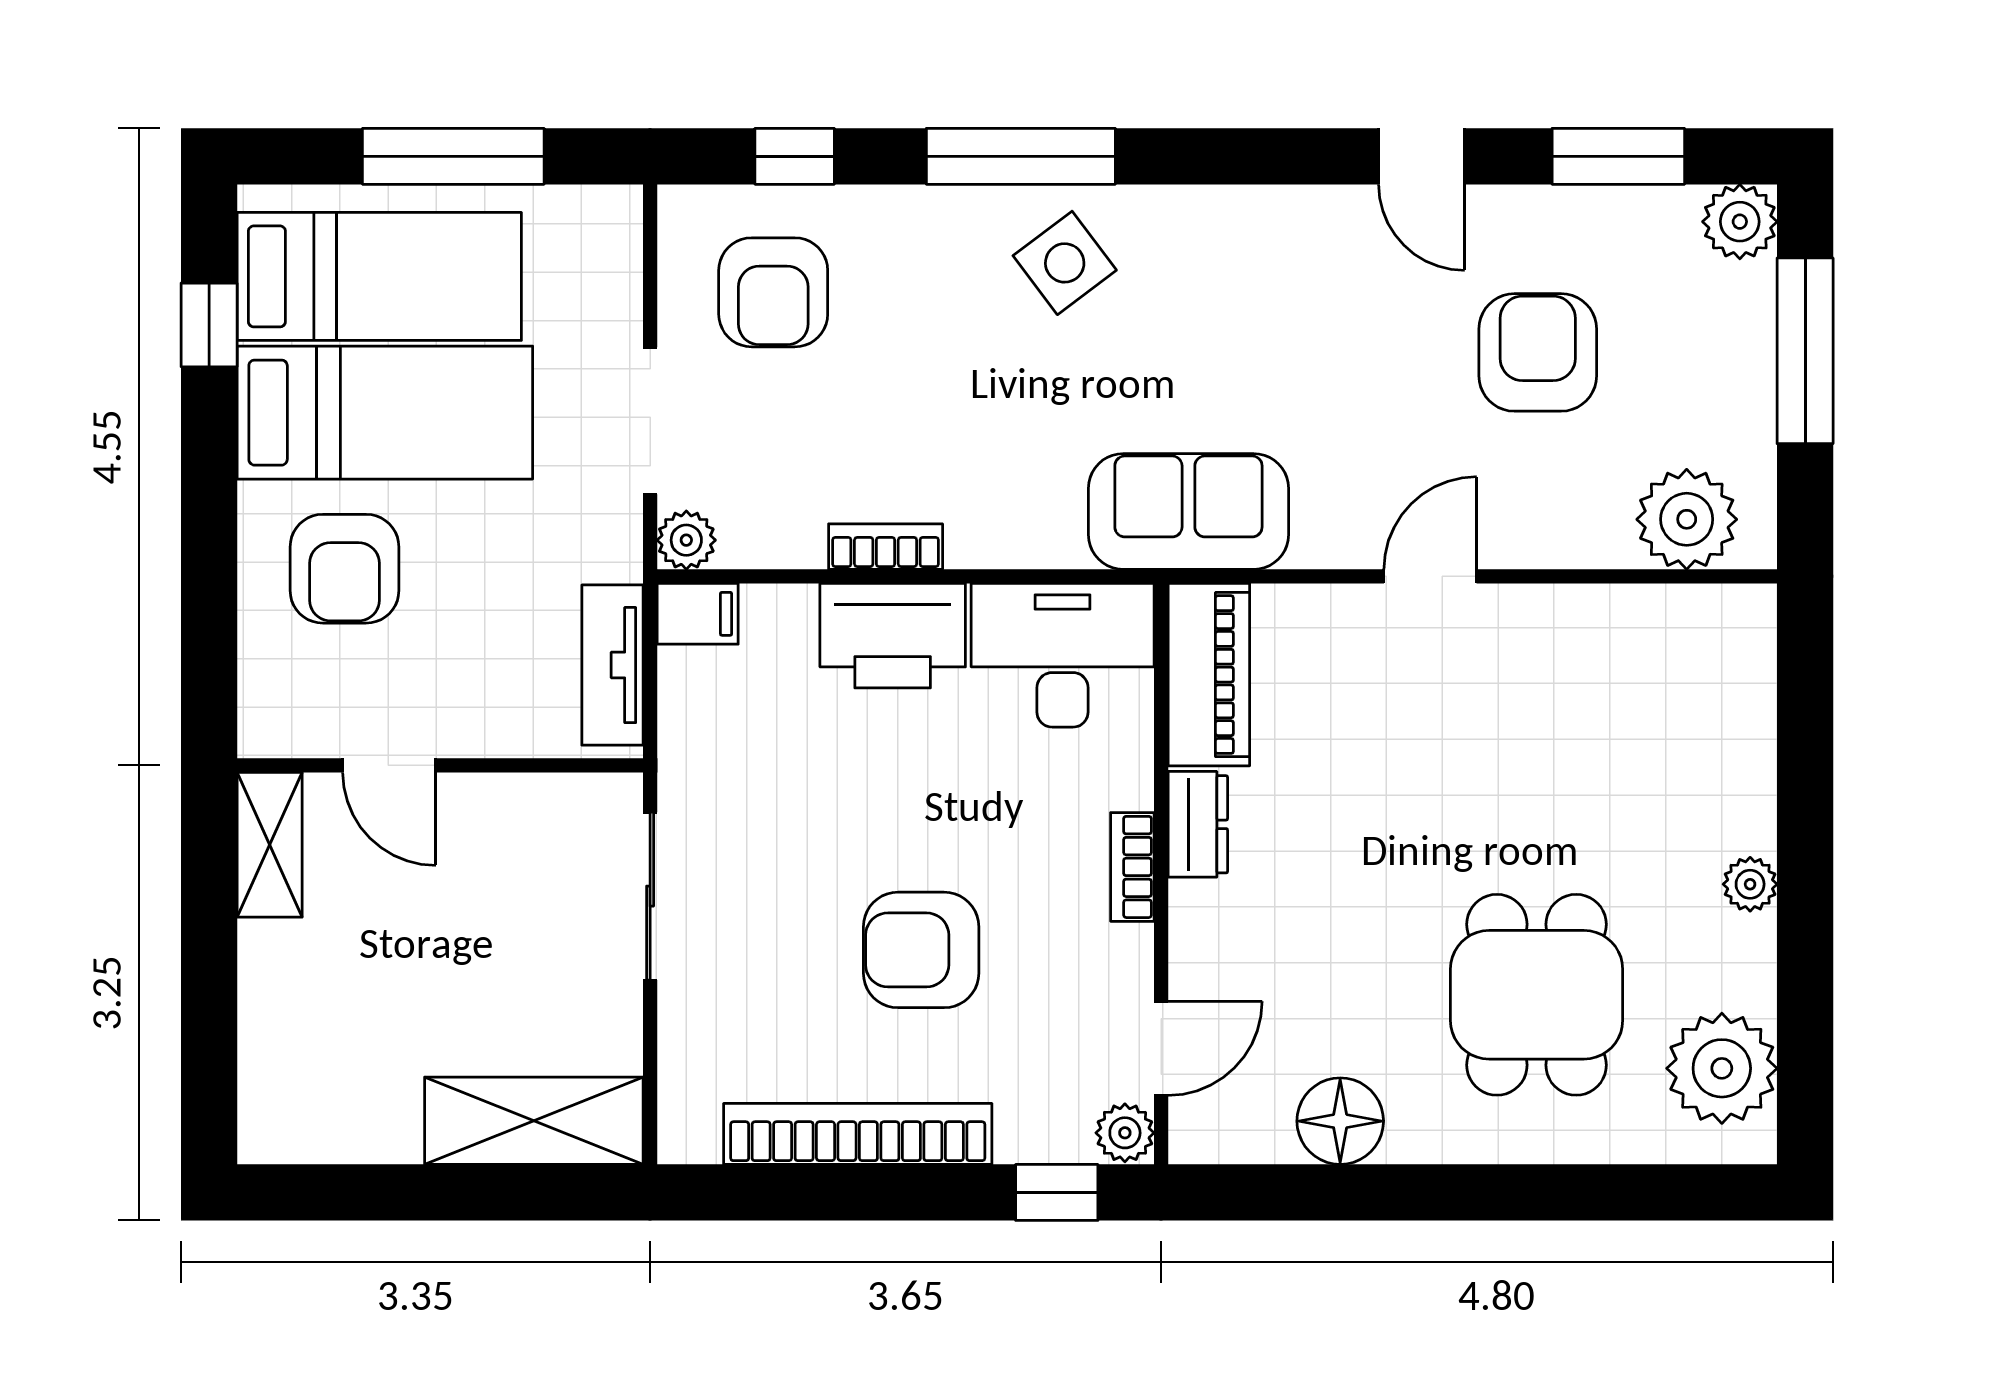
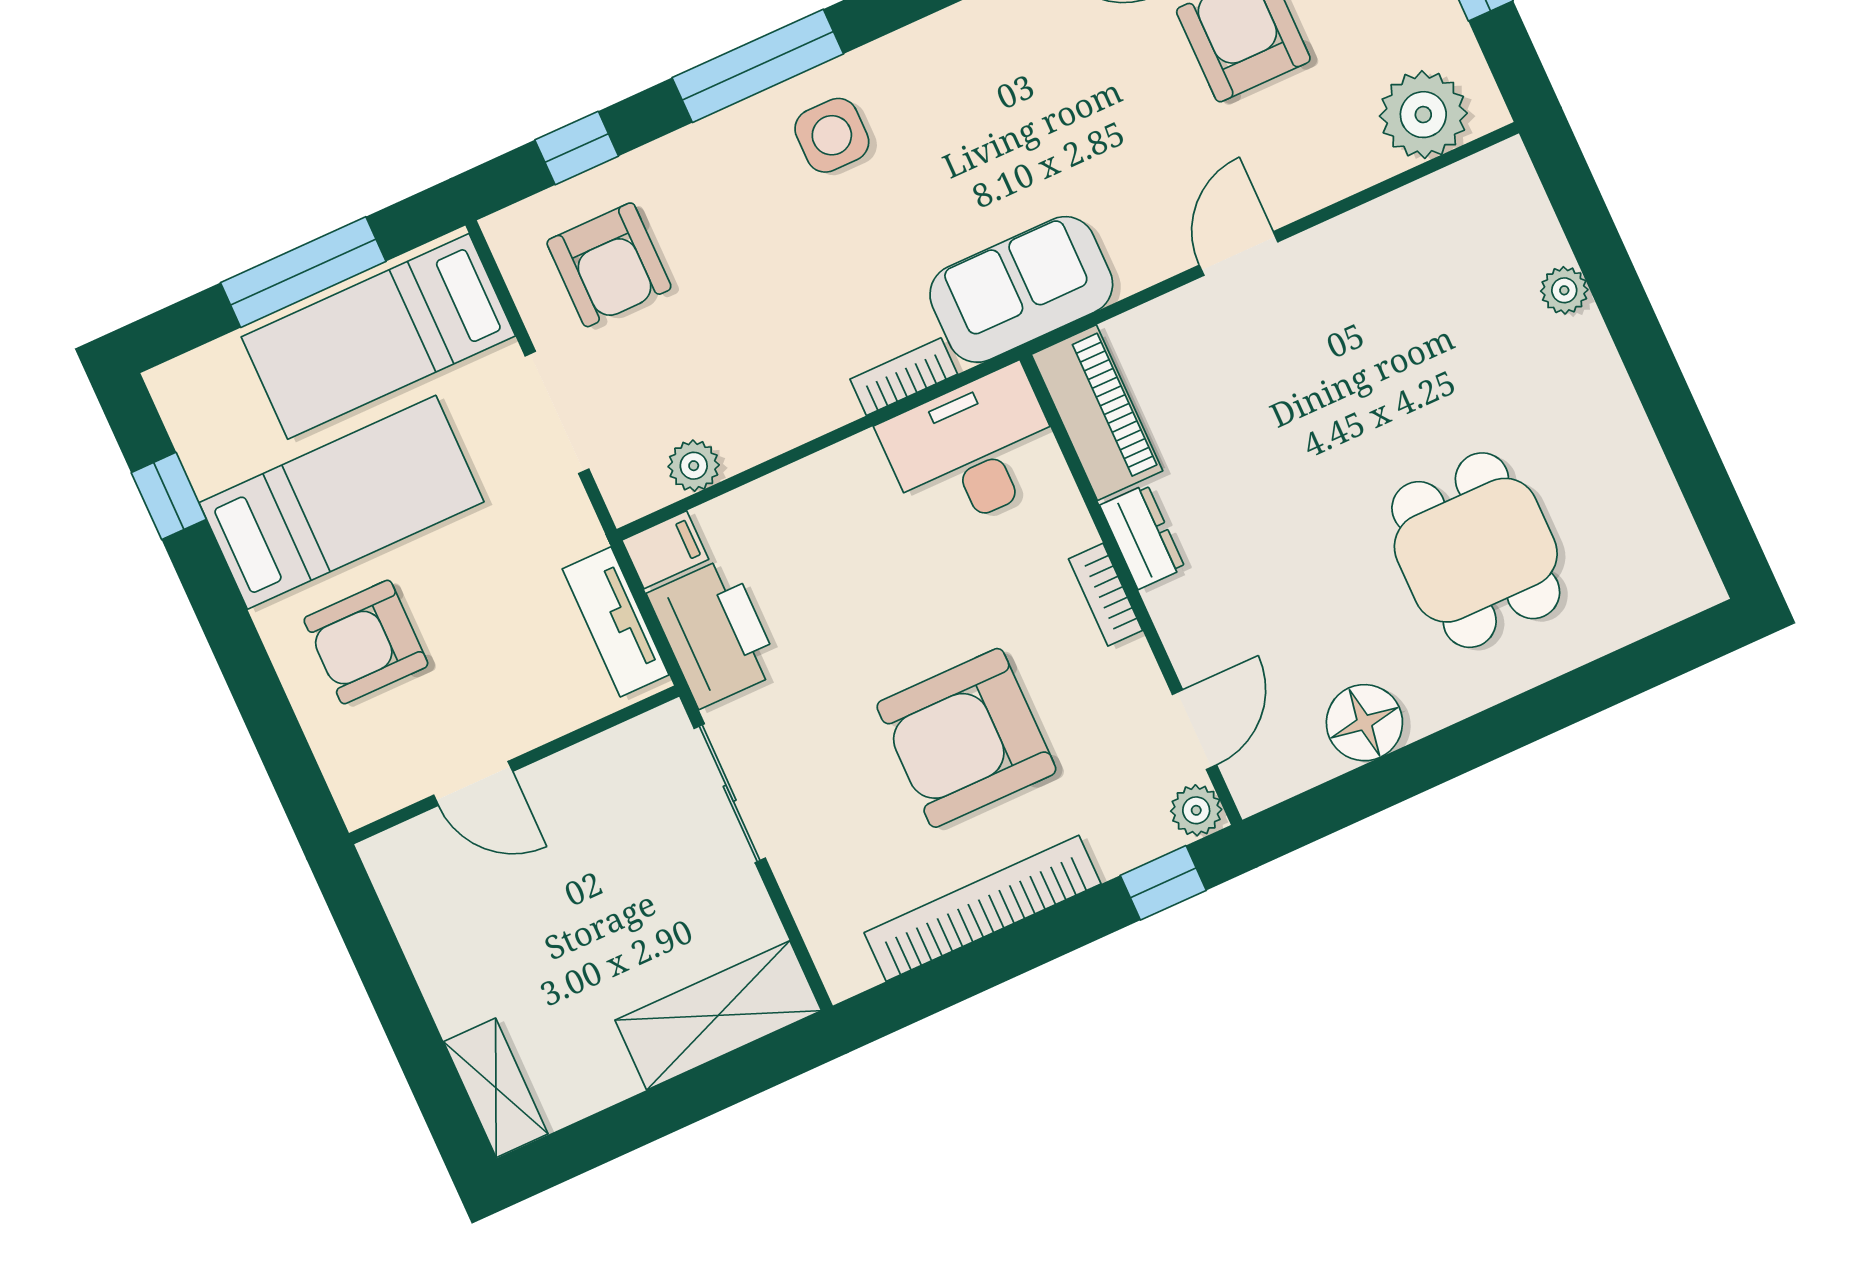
side table: (1065, 263) -> (832, 135), turned 37
bed: (379, 276) -> (378, 336), moved, turned 180
plant: (686, 540) -> (694, 466), moved
bookcase: (886, 547) -> (904, 377), moved
armchair: (344, 569) -> (366, 642), turned 90
printer: (893, 636) -> (714, 633), moved, turned -90
shelving: (270, 845) -> (496, 1088), moved
plant: (1750, 884) -> (1564, 290), moved
armchair: (921, 950) -> (966, 738), width x1.36, depth x1.36
plant: (1722, 1068) -> (1651, 542), removed

